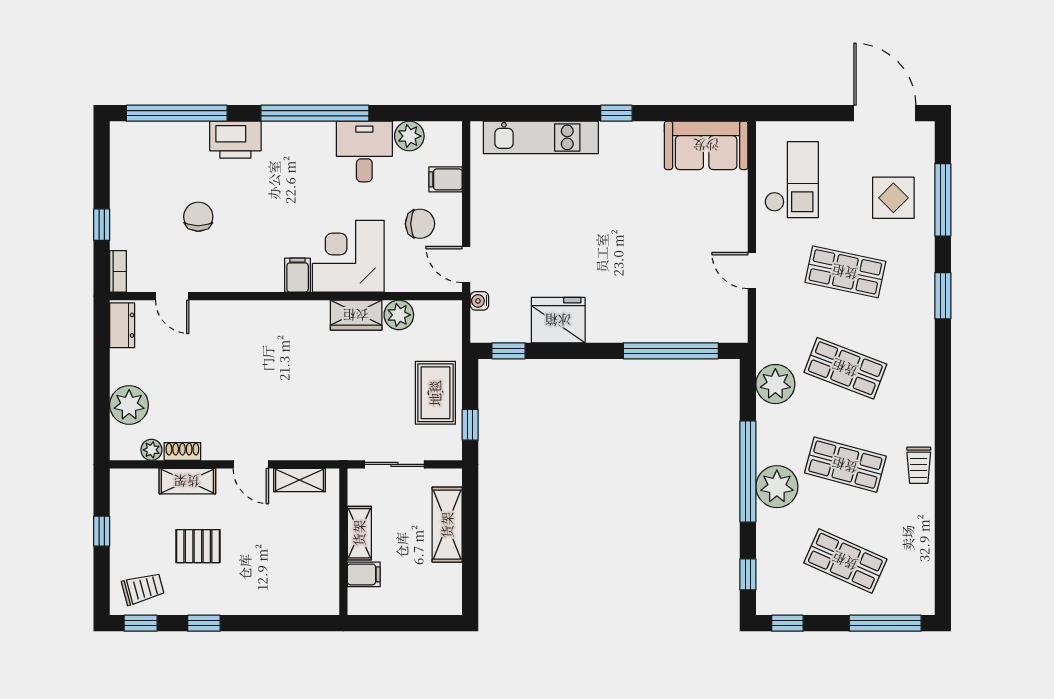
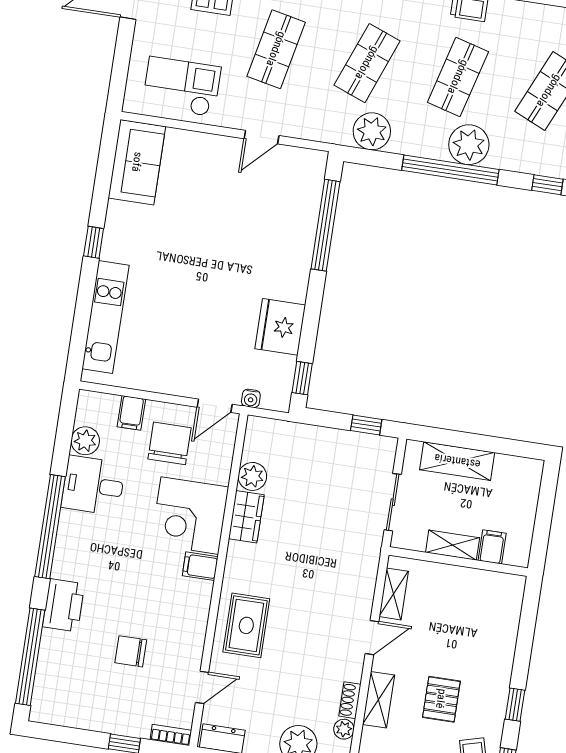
chair: (420, 224) -> (169, 443), width x1.37, depth x1.37
rug: (435, 393) -> (246, 625), moved, turned 90

